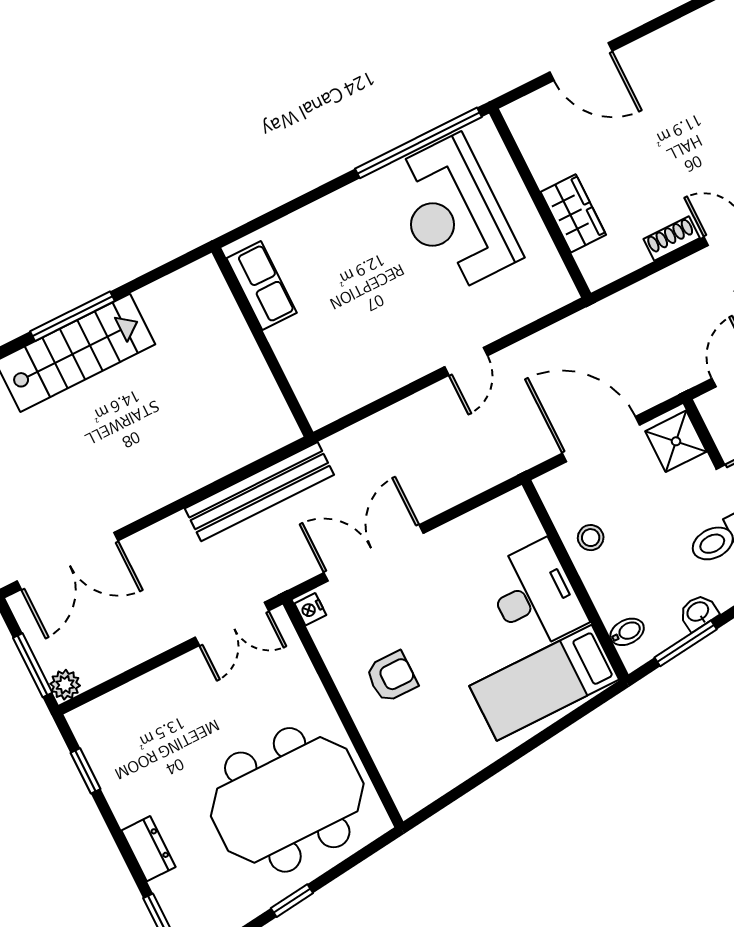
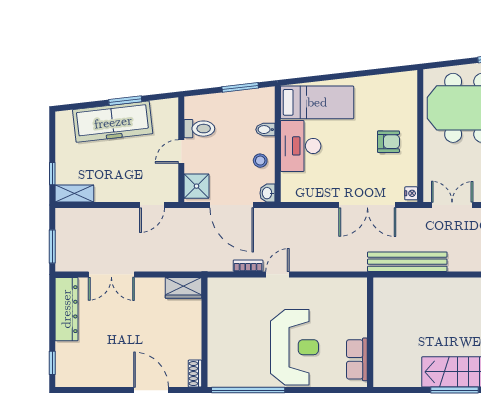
wardrobe: (573, 213) -> (183, 288), moved, turned -90
reception desk: (453, 214) -> (294, 347), moved
shoe rack: (672, 239) -> (195, 374), moved, turned 90
bookcase: (523, 351) -> (248, 266), added
washbasin: (698, 612) -> (267, 193), moved, turned 97
bidet: (627, 632) -> (265, 130), moved
armchair: (392, 677) -> (388, 142), turned 180

